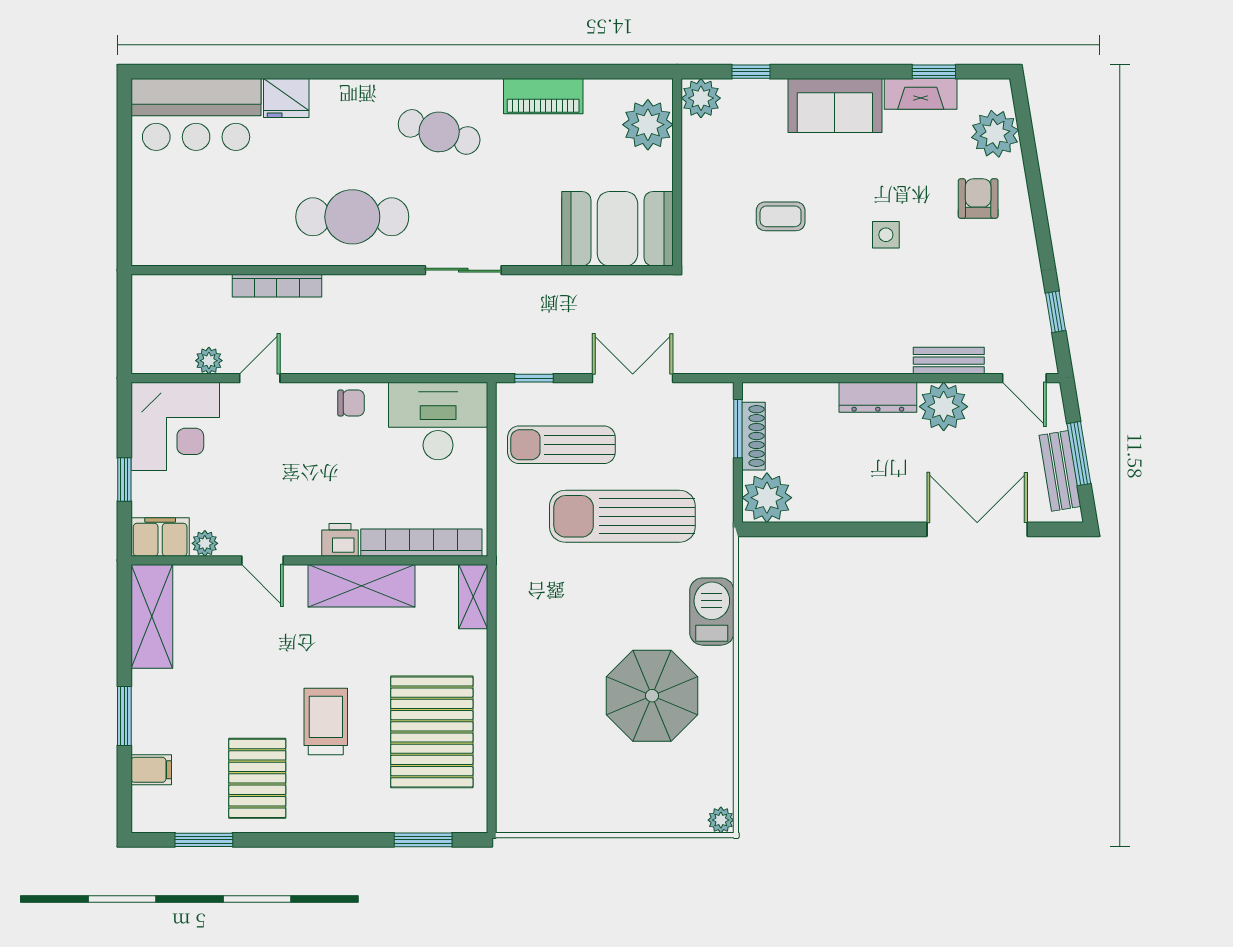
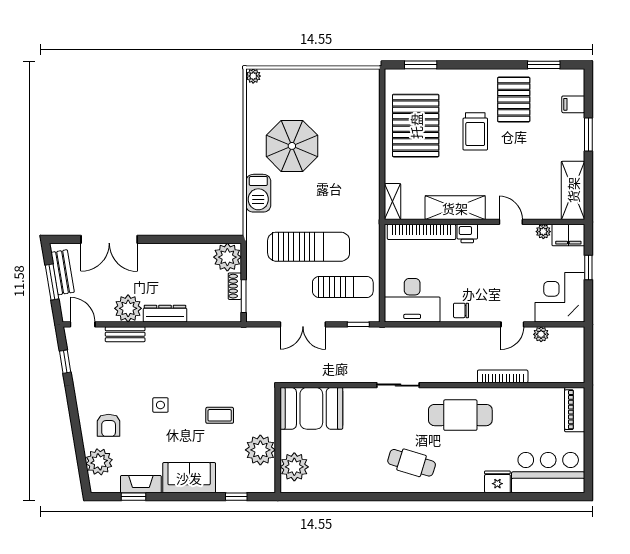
piano: (543, 96) -> (575, 410), moved, turned -90
plant: (701, 98) -> (260, 450), moved, width x1.36, depth x1.36
shoe rack: (754, 436) -> (235, 286), width x0.70

